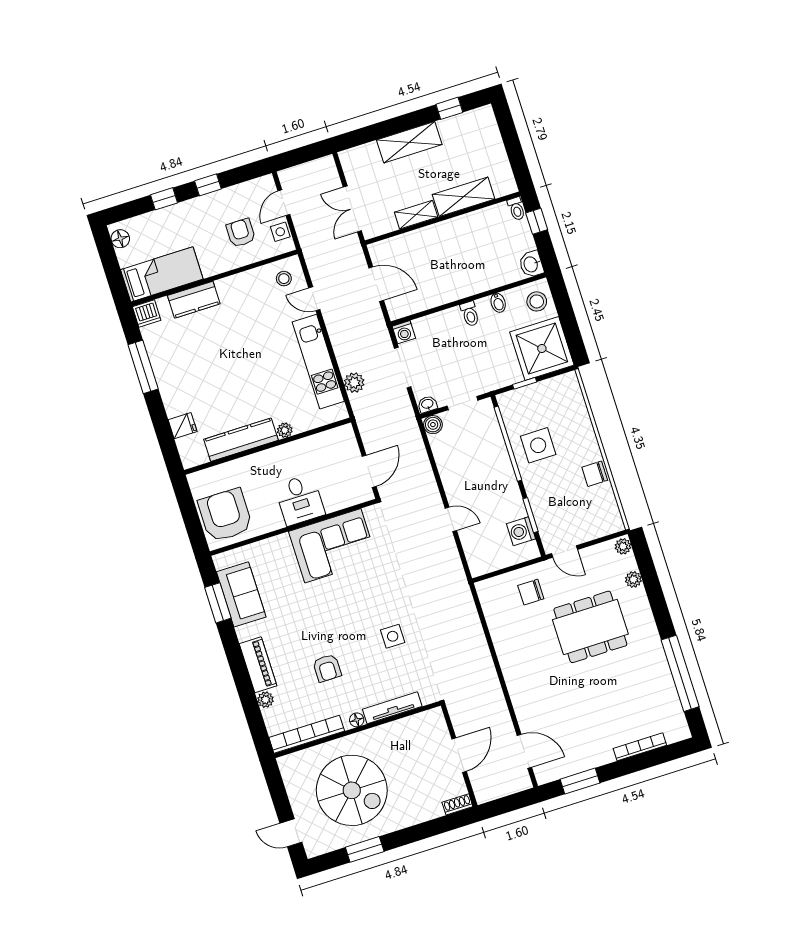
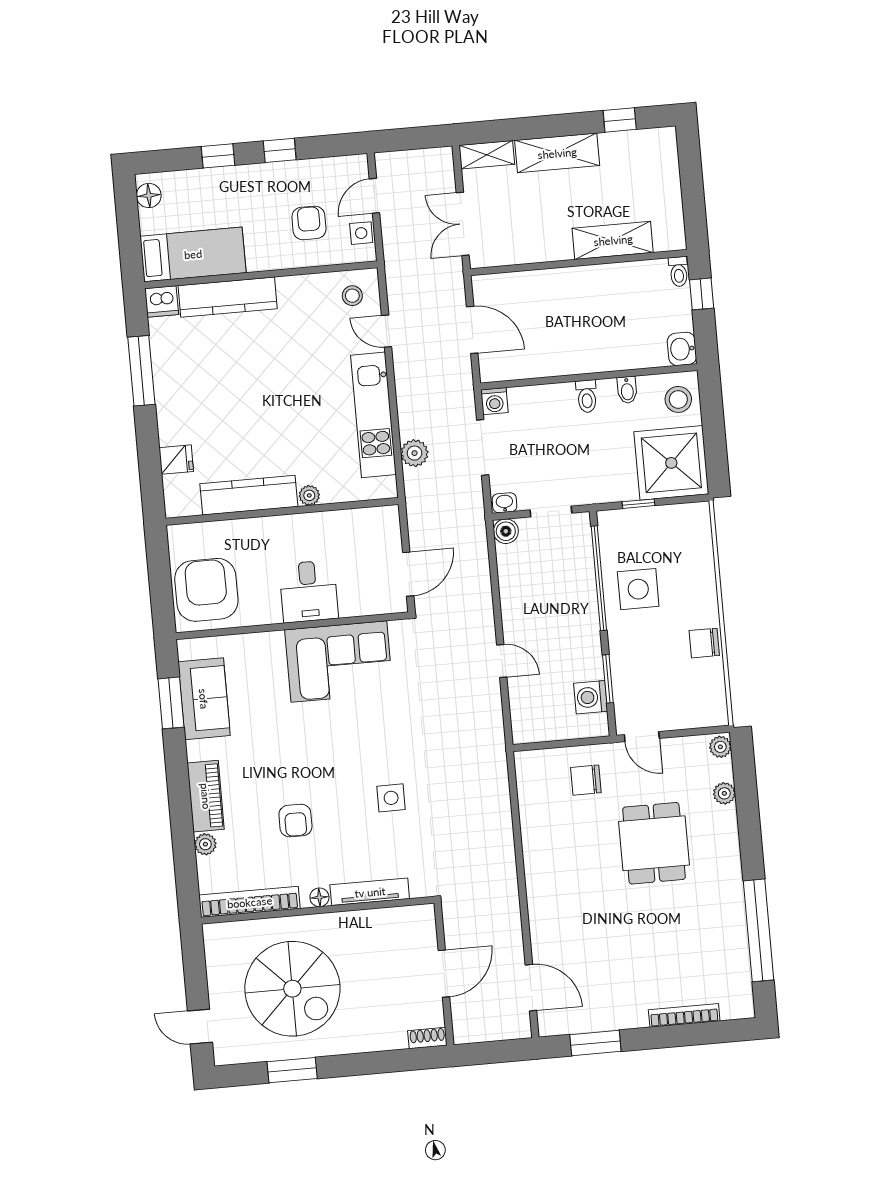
shelving: (416, 215) -> (487, 155), moved
kitchen counter: (194, 300) -> (228, 297), width x1.50
dining table: (590, 627) -> (654, 843), width x0.73

